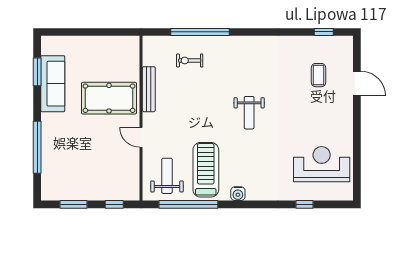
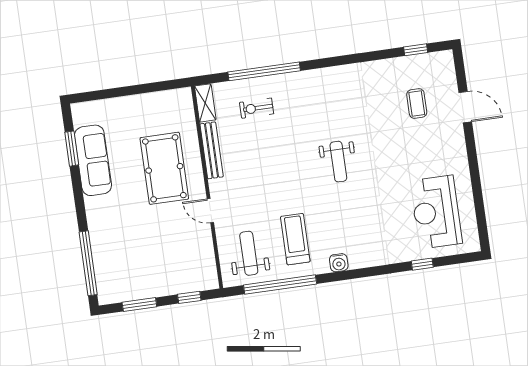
shelving: (149, 51) -> (205, 103), added
pool table: (109, 98) -> (164, 168), turned 90
window: (37, 147) -> (88, 263), moved
reception desk: (322, 164) -> (436, 212), turned -90
treadmill: (206, 170) -> (295, 239), width x0.73, depth x0.73

